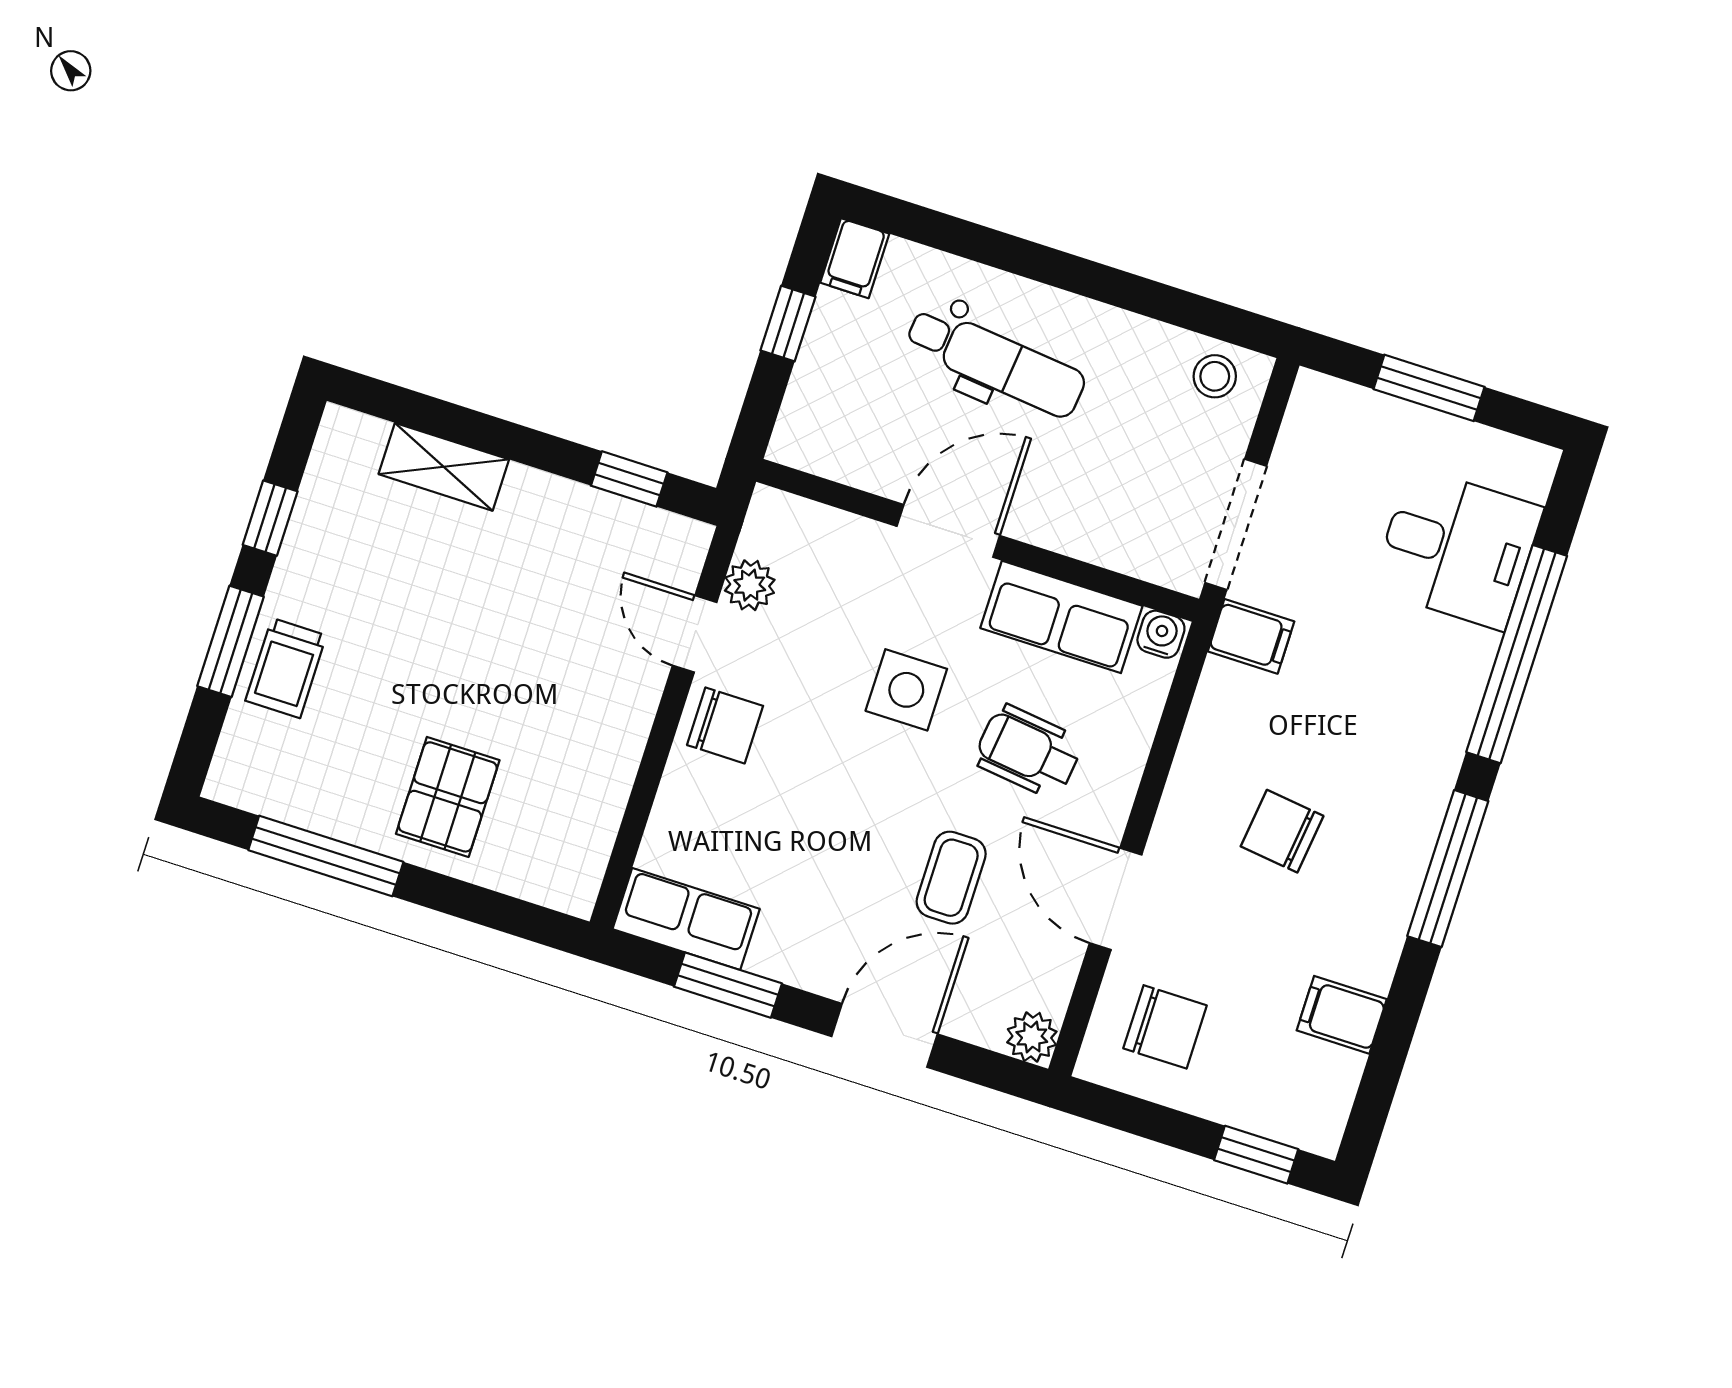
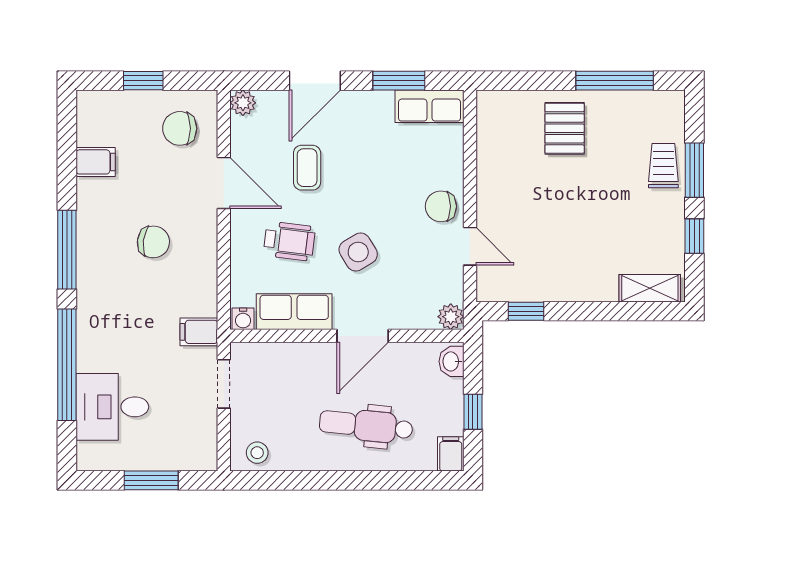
washbasin: (798, 430) -> (451, 361), added
shelving: (444, 467) -> (650, 288), moved
doorway: (1236, 524) -> (224, 384), width x0.73
plant: (750, 585) -> (451, 317), moved
side table: (906, 690) -> (358, 252), turned -31
window: (1256, 1155) -> (143, 81), moved

